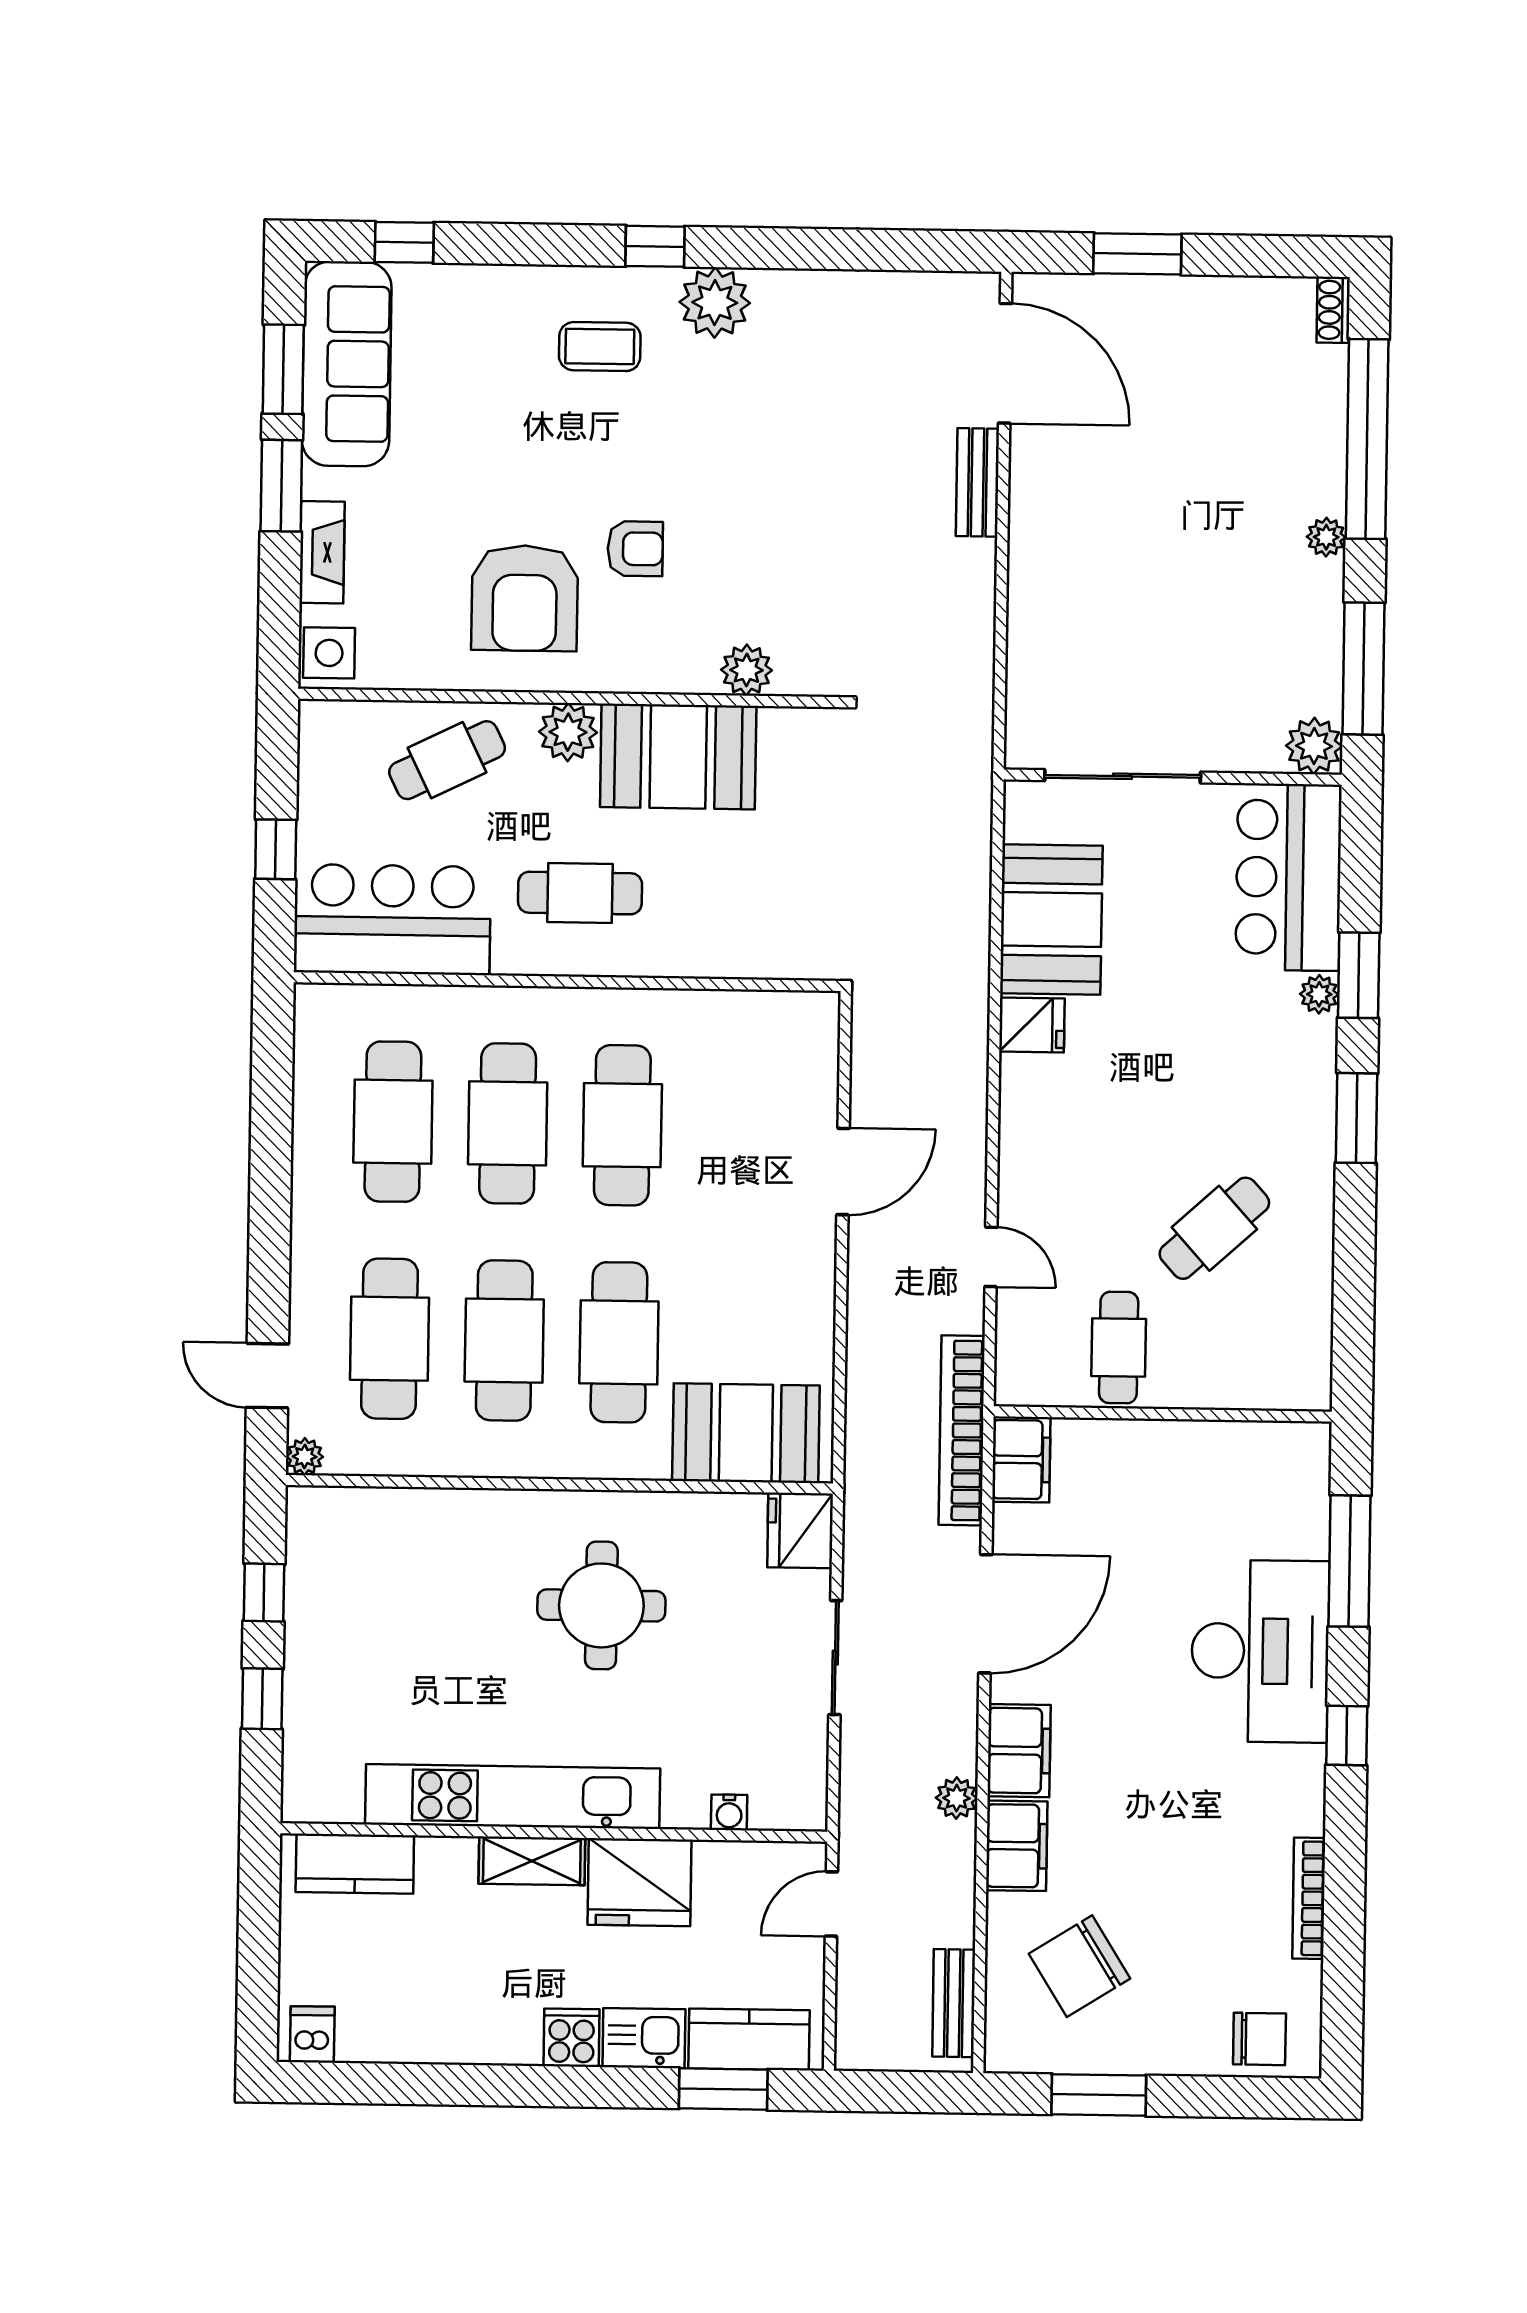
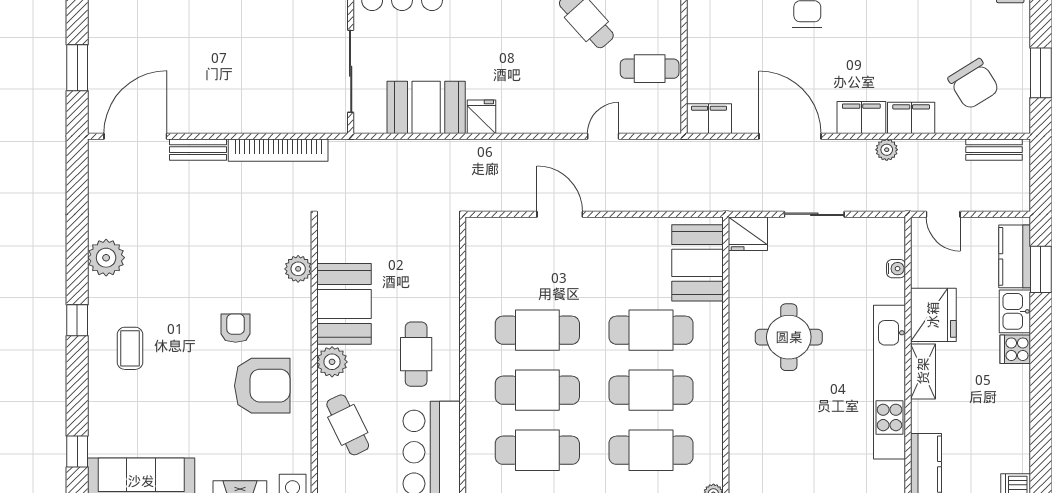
plant: (715, 303) -> (106, 258), moved
bookcase: (962, 1430) -> (278, 150), moved

